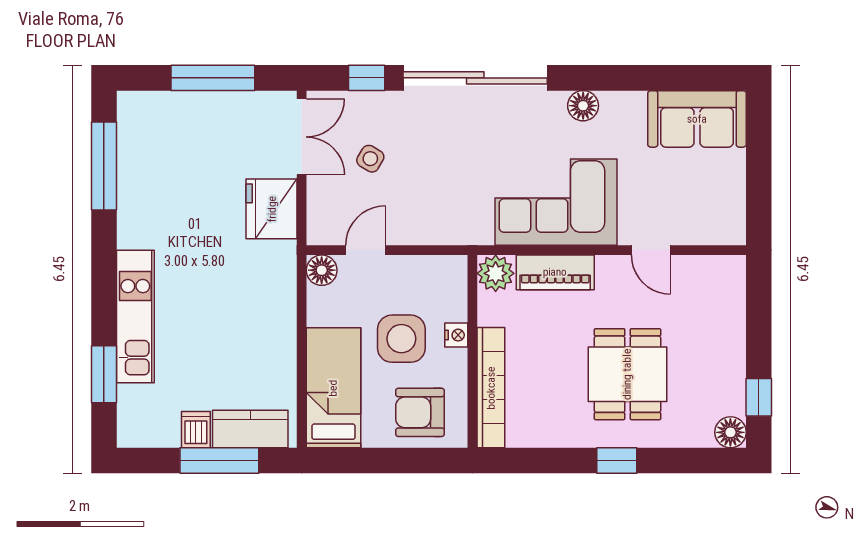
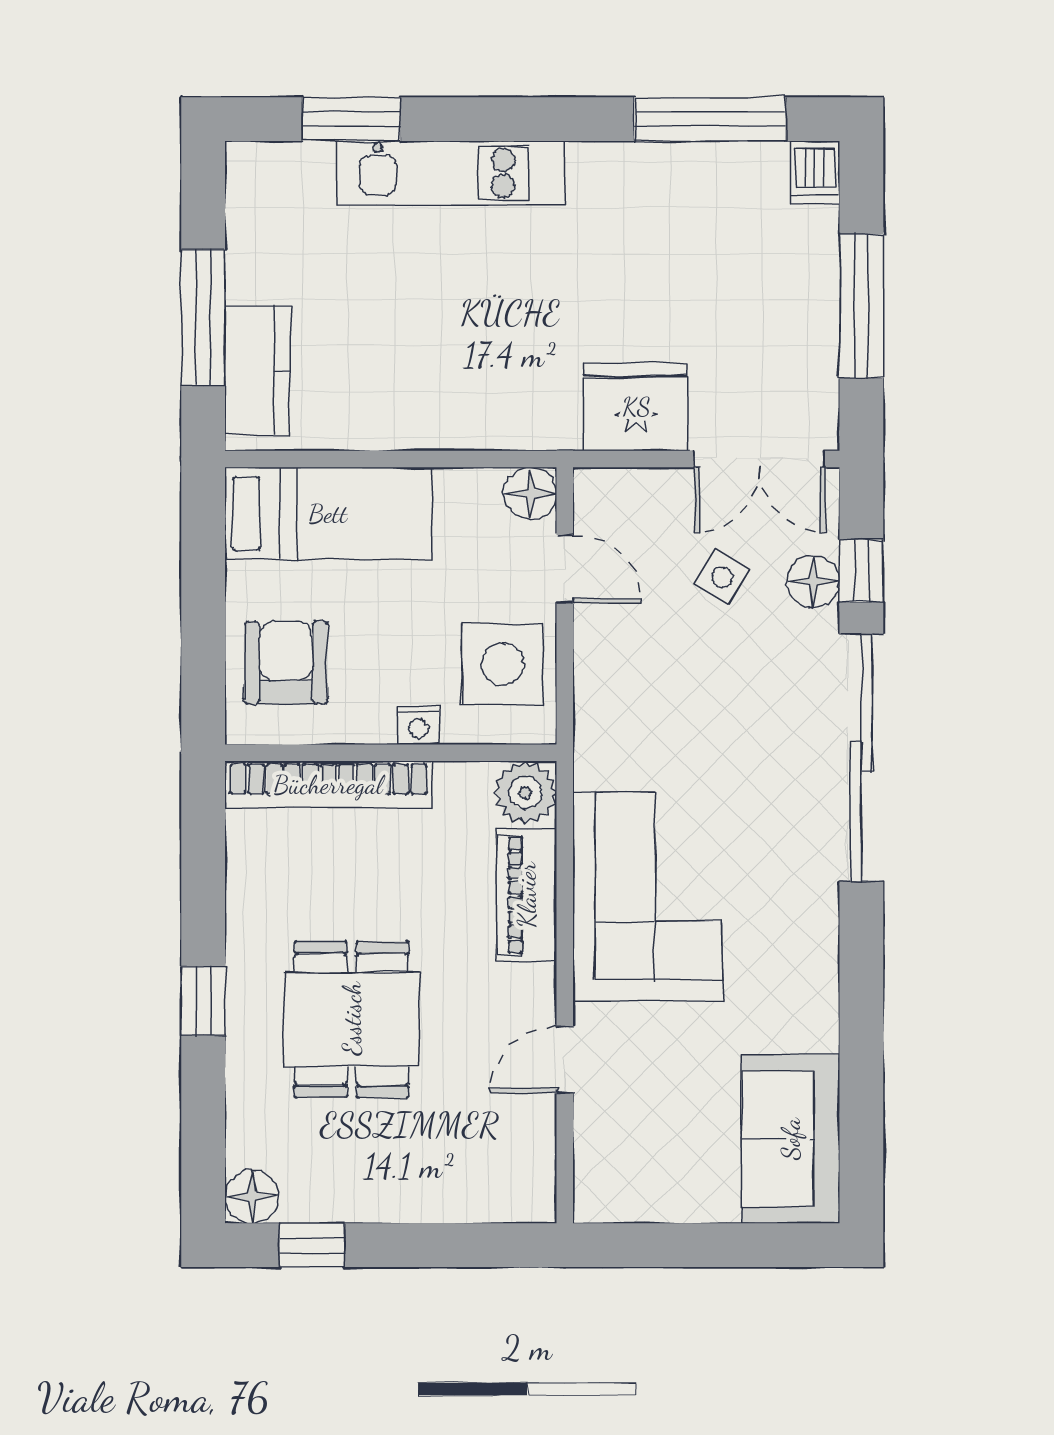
floor lamp: (583, 106) -> (813, 582), moved
side table: (401, 339) -> (503, 664), moved
dining table: (627, 374) -> (352, 1019), turned 90
dishwasher: (196, 430) -> (815, 172), moved, turned 90

